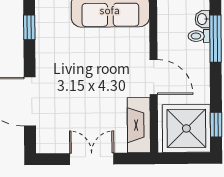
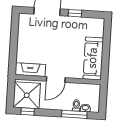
window: (29, 27) -> (75, 13), moved
double door: (92, 159) -> (14, 43), removed

